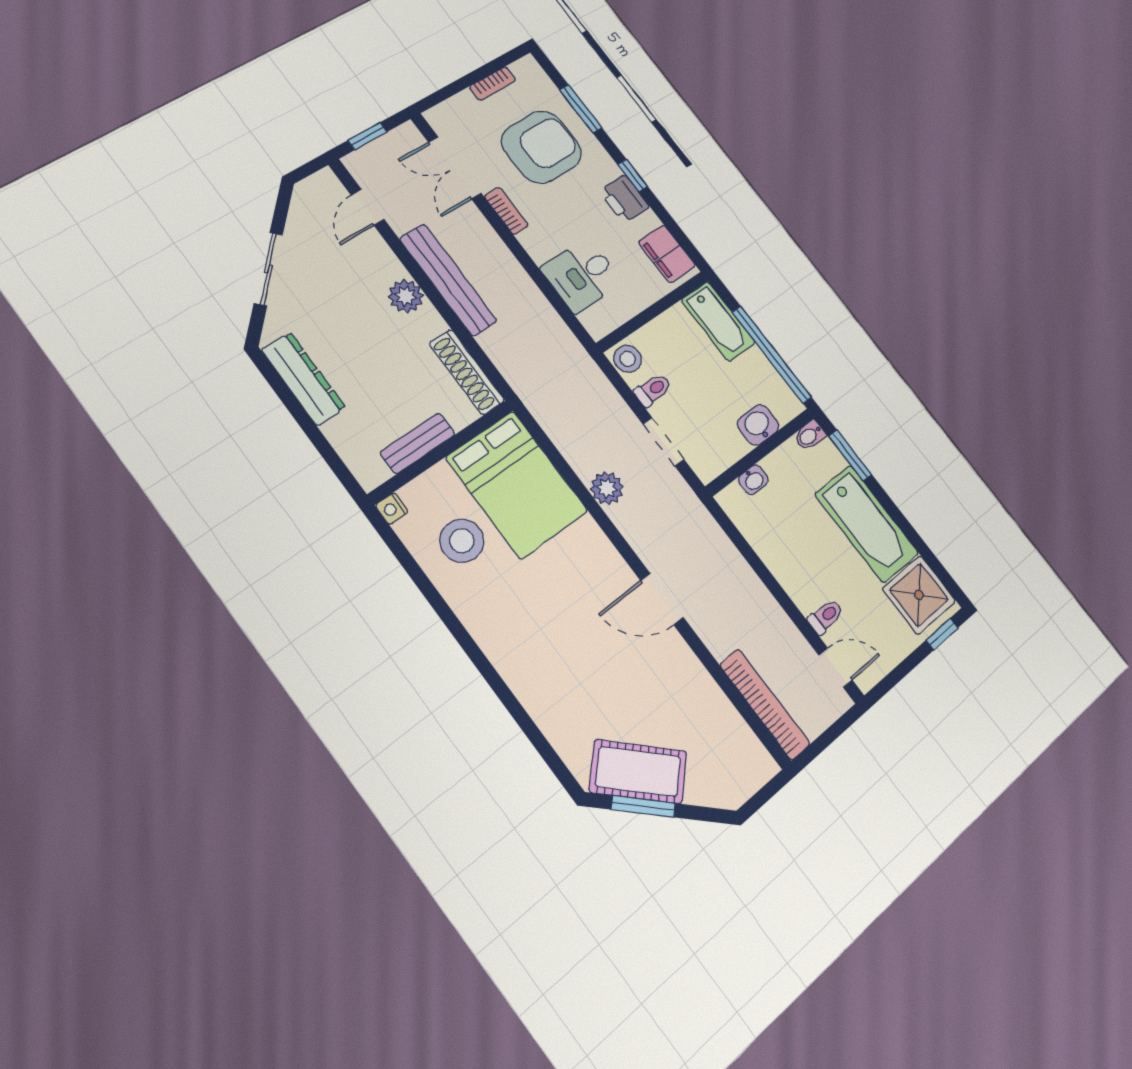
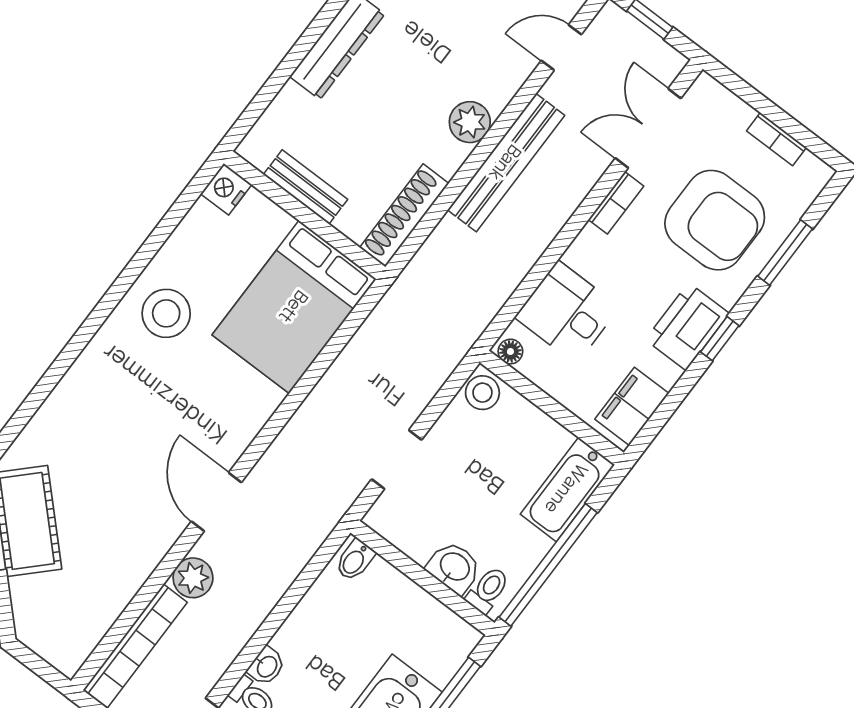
printer: (624, 199) -> (687, 326), width x1.37, depth x1.19
floor lamp: (601, 327) -> (510, 352), added
toilet: (653, 390) -> (488, 590), moved, turned -90
bidet: (810, 435) -> (355, 560), moved, turned -90
washbasin: (753, 480) -> (266, 666), moved, turned -90
plant: (607, 488) -> (193, 578), moved
nightstand: (392, 509) -> (226, 189), width x1.39, depth x1.35
stool: (462, 541) -> (166, 313), moved

